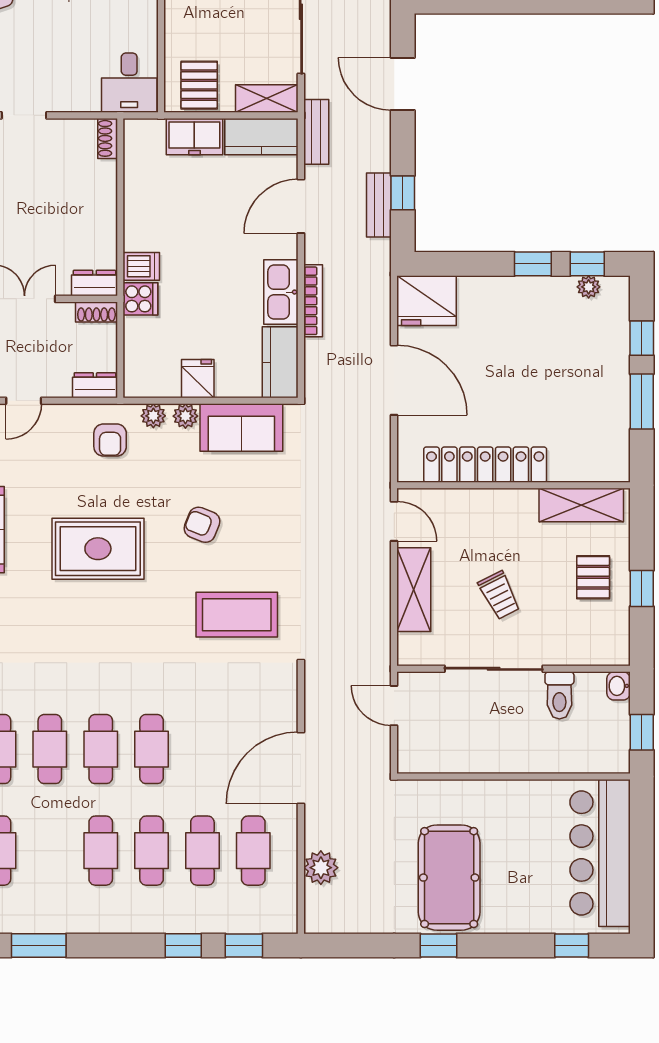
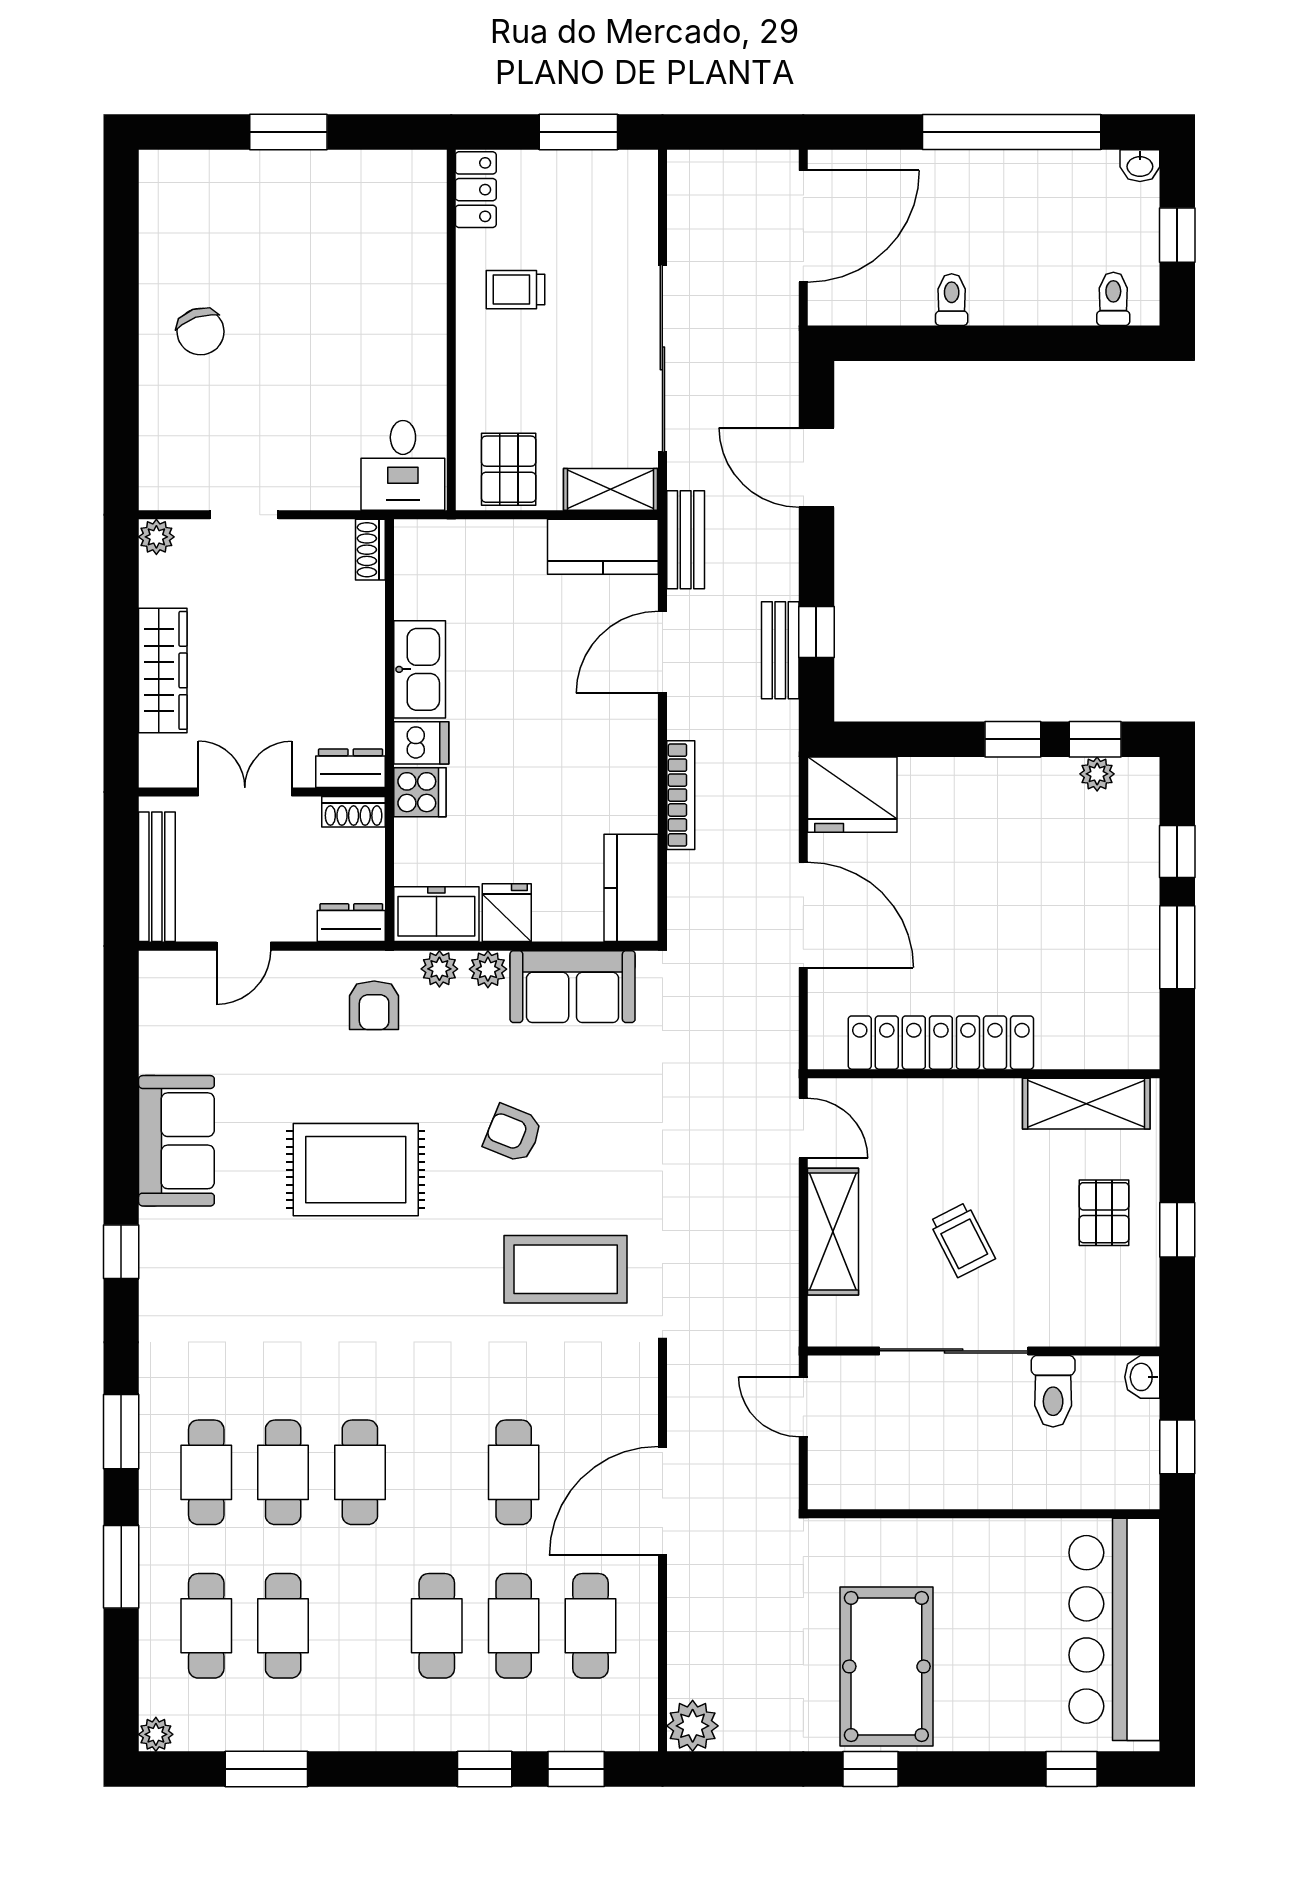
freezer: (194, 137) -> (436, 914), moved, turned 180
kitchen sink: (281, 292) -> (420, 669), moved, turned 180
cafe table: (152, 749) -> (514, 1472), moved
cafe table: (101, 851) -> (283, 1626), moved
plant: (321, 868) -> (693, 1726), moved

